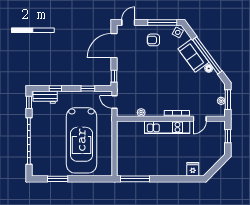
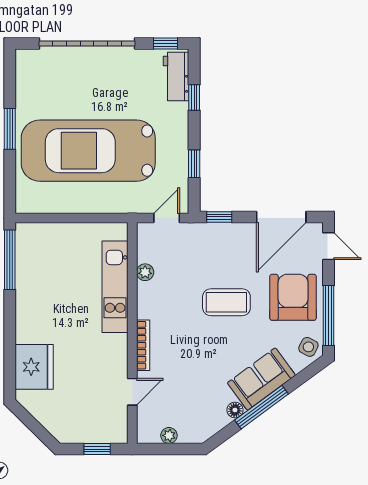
armchair: (153, 40) -> (293, 297), width x1.88, depth x1.88
door: (114, 46) -> (281, 217), swing flipped
window: (207, 55) -> (262, 407), width x0.68
coffee table: (156, 73) -> (226, 302), added
window: (228, 100) -> (171, 449), removed
door: (200, 119) -> (132, 392), swing flipped
kitchen unit: (167, 127) -> (115, 287), moved
fridge: (193, 169) -> (34, 367), width x1.88, depth x1.34
window: (58, 179) -> (10, 129), moved

